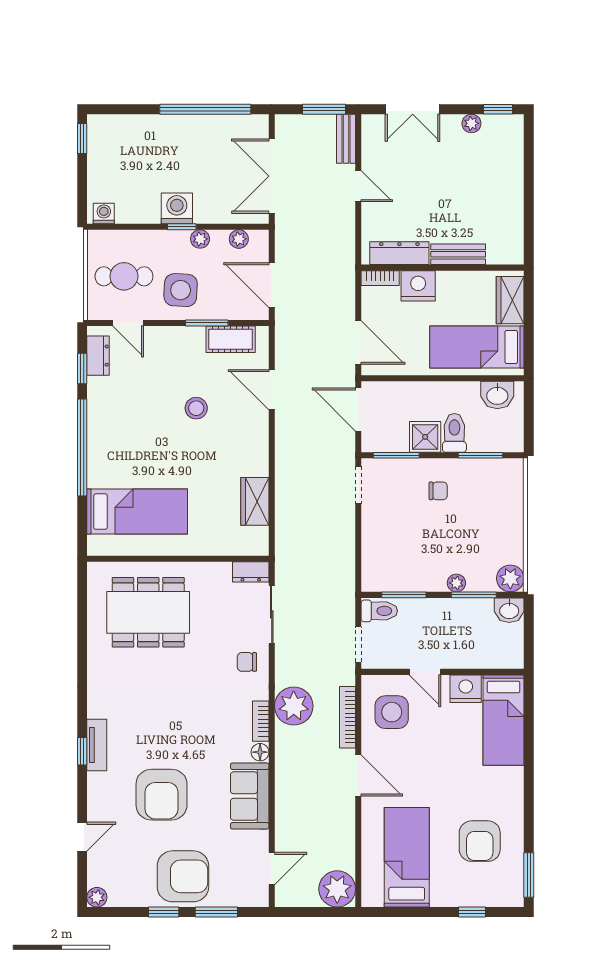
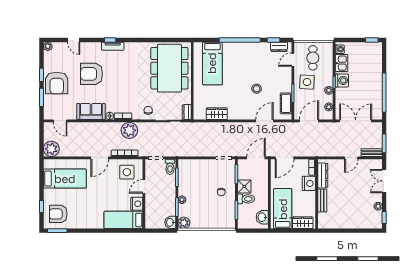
kitchen sink: (136, 209) -> (341, 63), added
dining table: (148, 612) -> (169, 68), width x1.36, depth x1.24
armchair: (480, 841) -> (58, 214), moved

